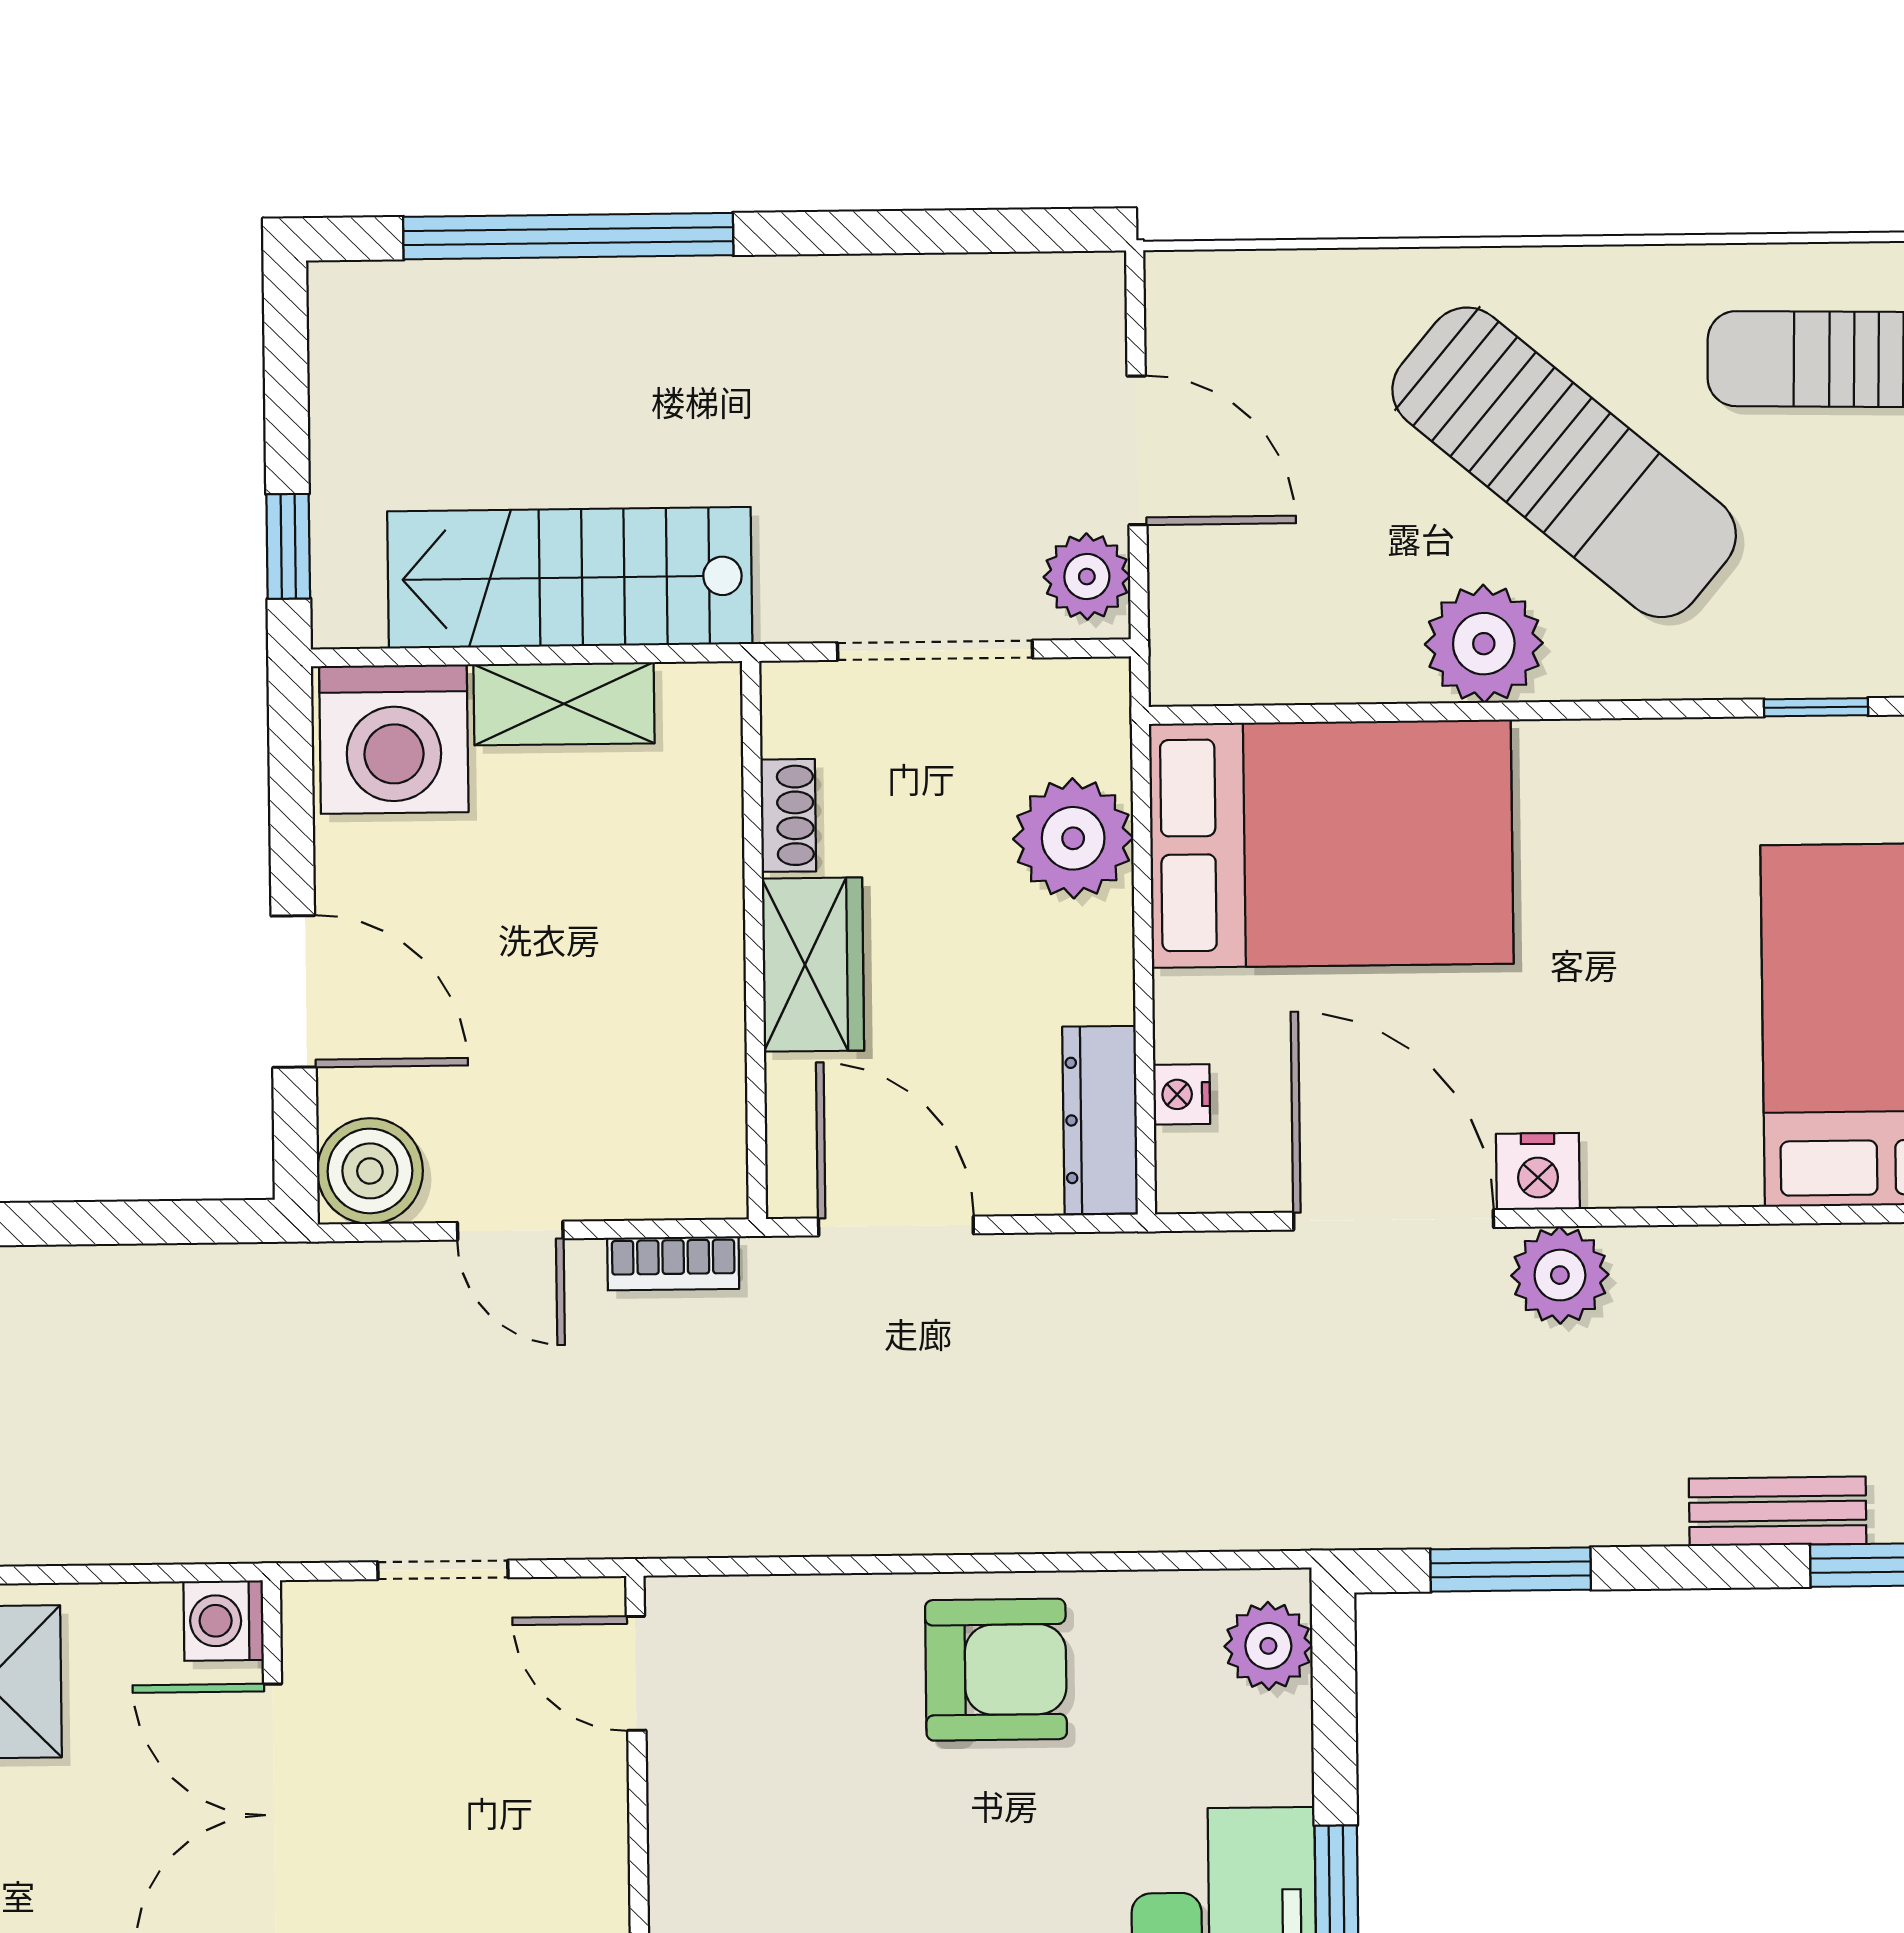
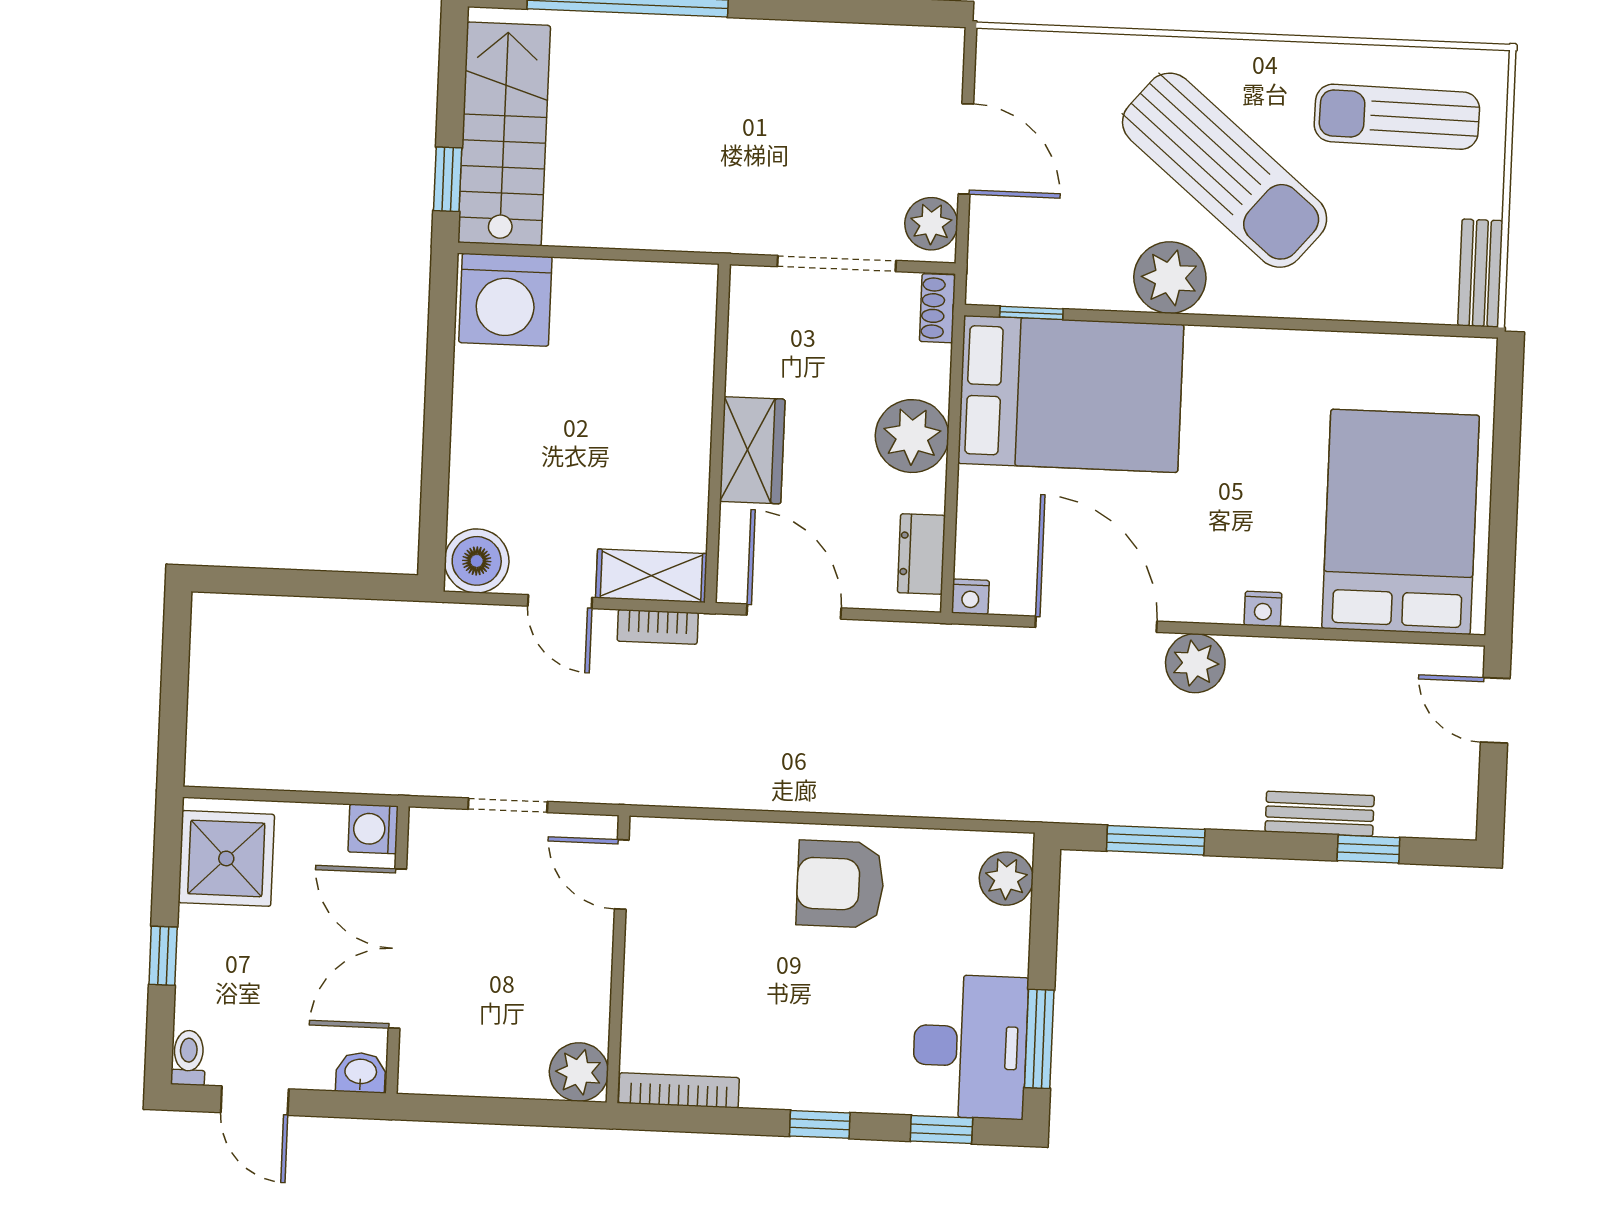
stairs: (570, 578) -> (504, 134), moved, turned 90
shelving: (564, 704) -> (651, 576), moved
window: (1816, 707) -> (1031, 313), moved
shoe rack: (788, 815) -> (937, 308), moved, turned 180
plant: (1073, 838) -> (912, 436), moved
door: (294, 991) -> (436, 449), removed
nightstand: (1182, 1094) -> (970, 597), moved, turned -90
dresser: (1100, 1120) -> (921, 554), width x0.70
nightstand: (1538, 1171) -> (1263, 609), moved, width x0.72, depth x0.74
armchair: (996, 1670) -> (840, 884), turned 180

